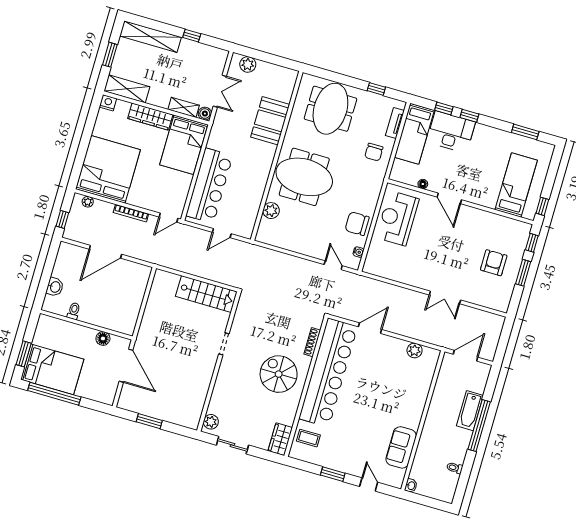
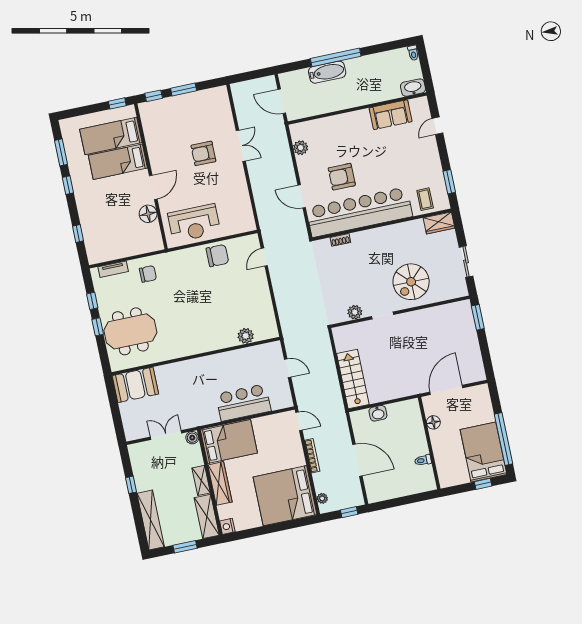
plant: (248, 64) -> (130, 423), removed
window: (350, 81) -> (98, 327), added
shelving: (184, 107) -> (201, 480), moved
window: (469, 116) -> (68, 185), moved
booth: (270, 121) -> (135, 385), moved
desk: (451, 132) -> (95, 217), removed
bed: (414, 134) -> (118, 162), moved, turned 180
meeting table: (304, 177) -> (201, 323), removed
floor lamp: (423, 184) -> (148, 214), width x1.89, depth x1.89
bar counter: (209, 186) -> (243, 403), width x0.73
chair: (357, 224) -> (217, 256), turned -90
water cooler: (358, 252) -> (241, 241), removed
armchair: (494, 263) -> (203, 153), moved
washbasin: (55, 287) -> (378, 413), moved, turned 180
stairs: (206, 294) -> (353, 379), moved
shoe rack: (312, 342) -> (340, 240), width x0.70
window: (24, 354) -> (483, 484), width x0.67
spiral stairs: (279, 374) -> (411, 282), moved
armchair: (369, 374) -> (342, 177), added
window: (149, 421) -> (478, 317), moved
plant: (211, 422) -> (355, 312), moved
toilet: (455, 468) -> (413, 53), moved
window: (333, 474) -> (449, 182), moved
washbasin: (411, 486) -> (413, 88), width x1.91, depth x1.45

